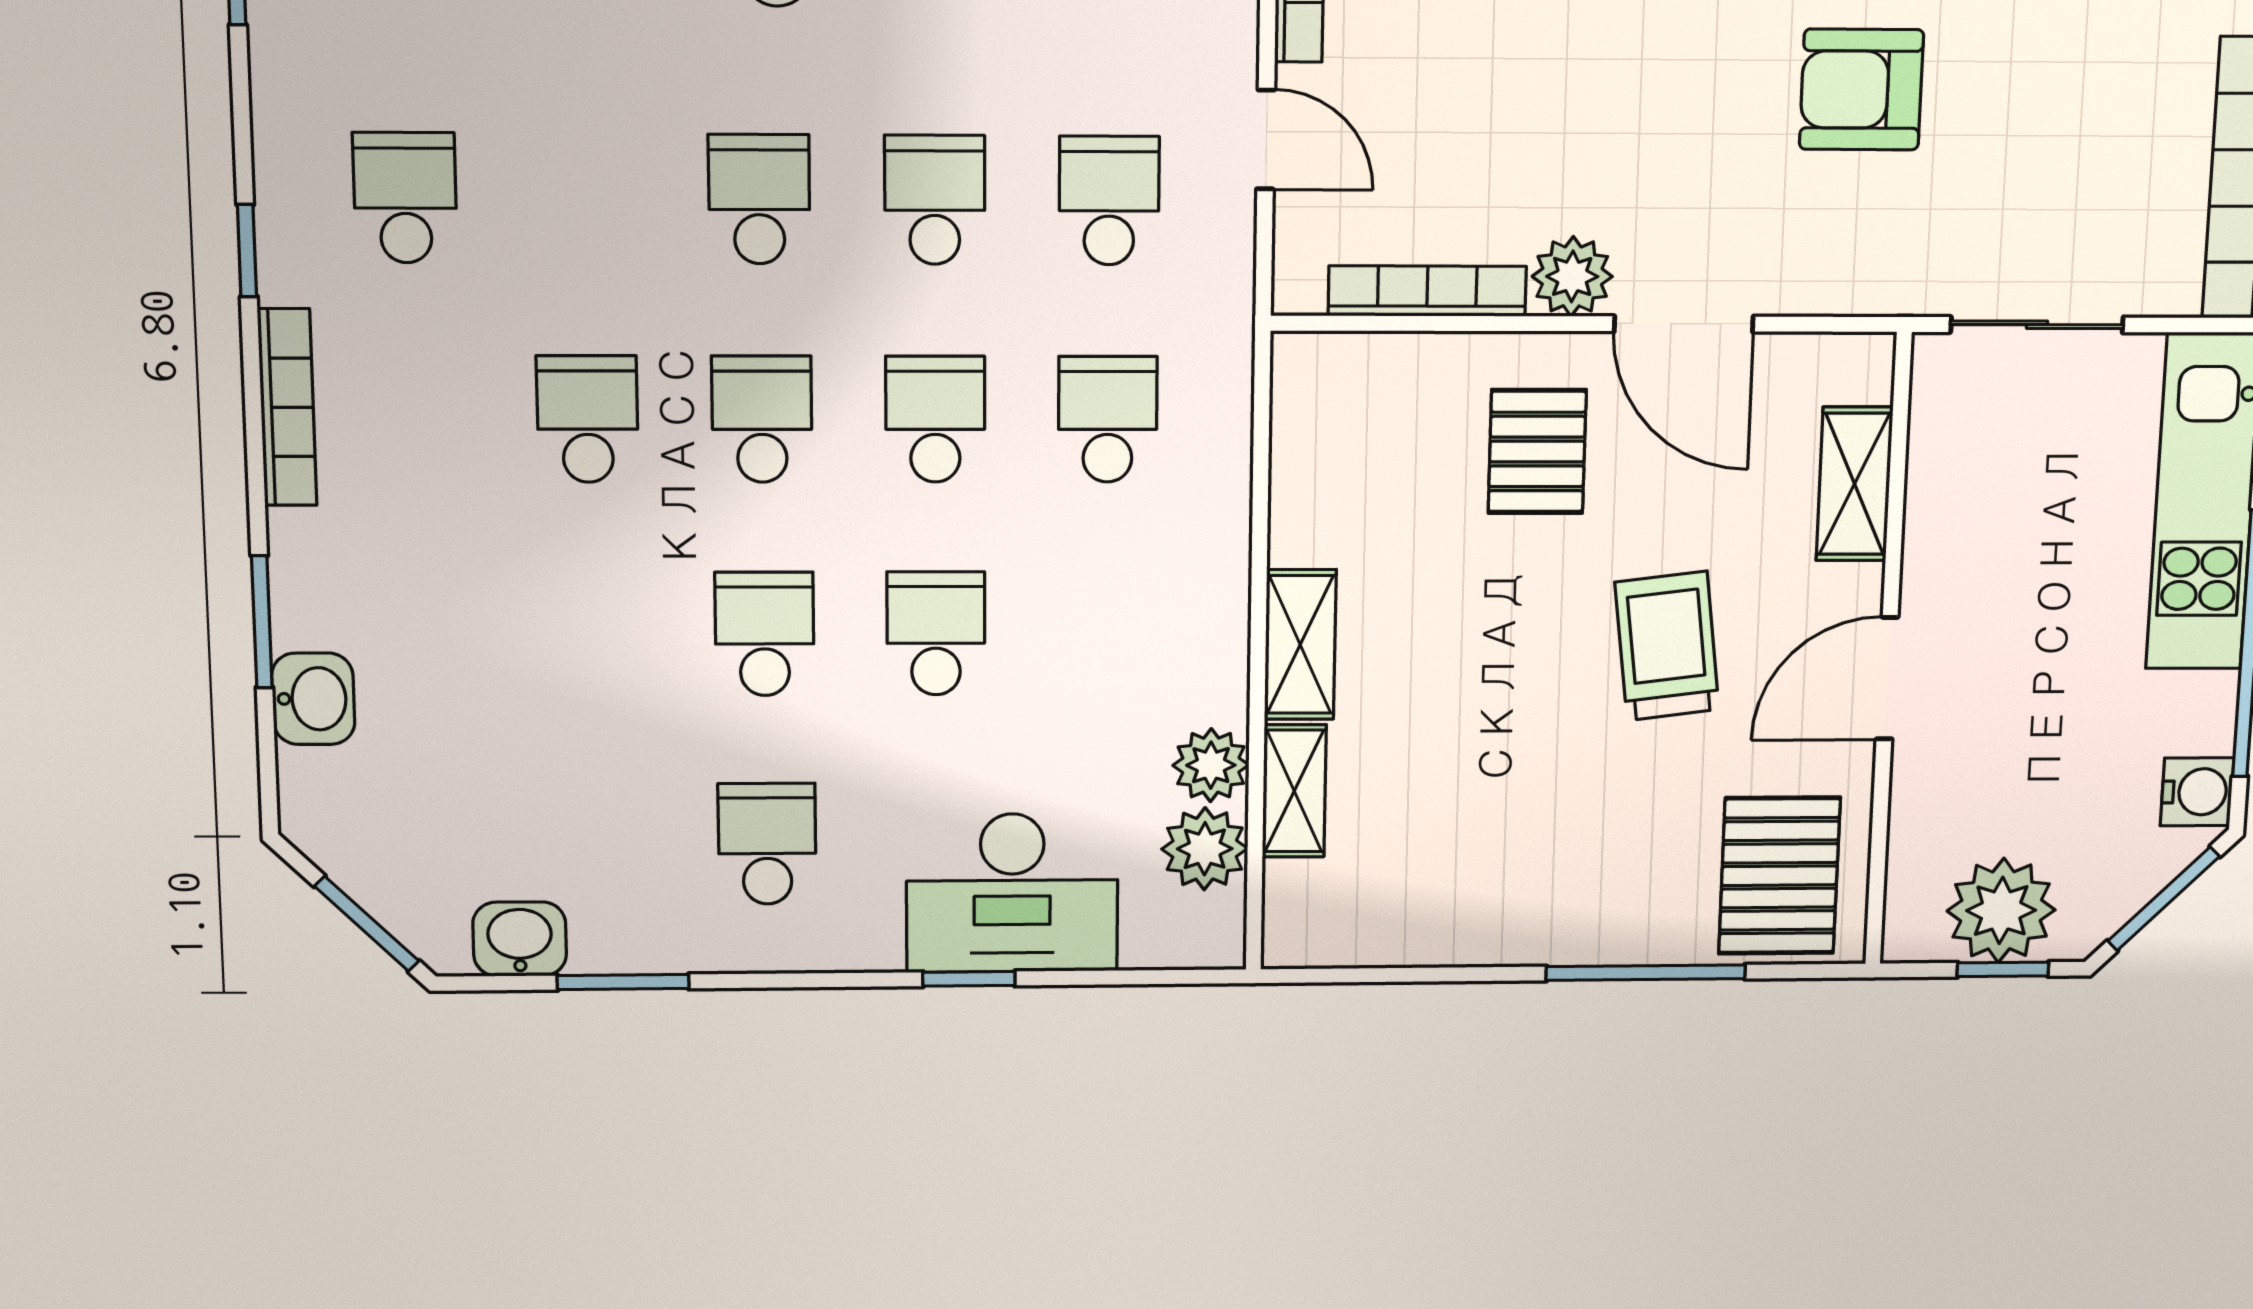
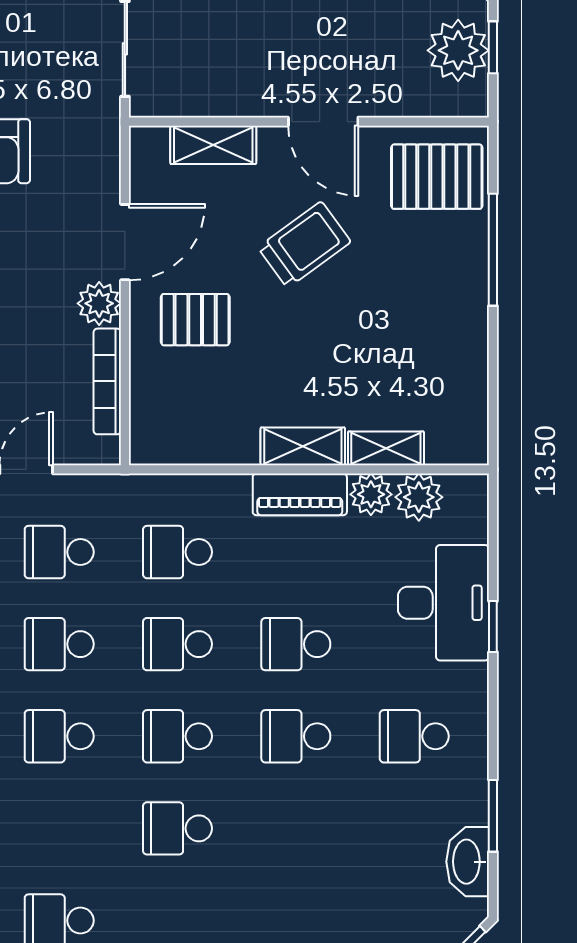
piano: (1212, 640) -> (300, 494), added
trolley: (1667, 646) -> (304, 245), turned 151
washbasin: (520, 939) -> (468, 862), width x1.38

